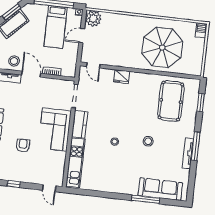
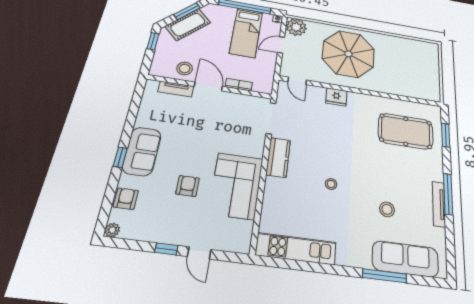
barbecue: (201, 30) -> (433, 50), removed
parasol: (162, 47) -> (348, 54), moved
pool table: (171, 101) -> (406, 131), turned 90
corner sofa: (55, 129) -> (236, 186), moved
stool: (148, 141) -> (387, 209), moved
kitchen unit: (75, 163) -> (296, 249), moved, turned -90
door: (49, 188) -> (199, 253), moved

